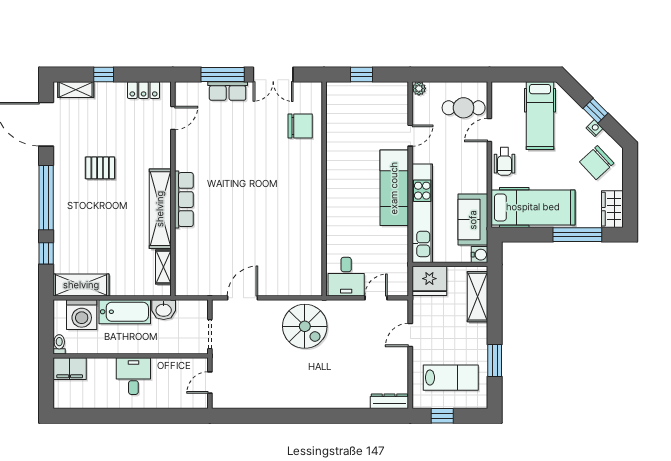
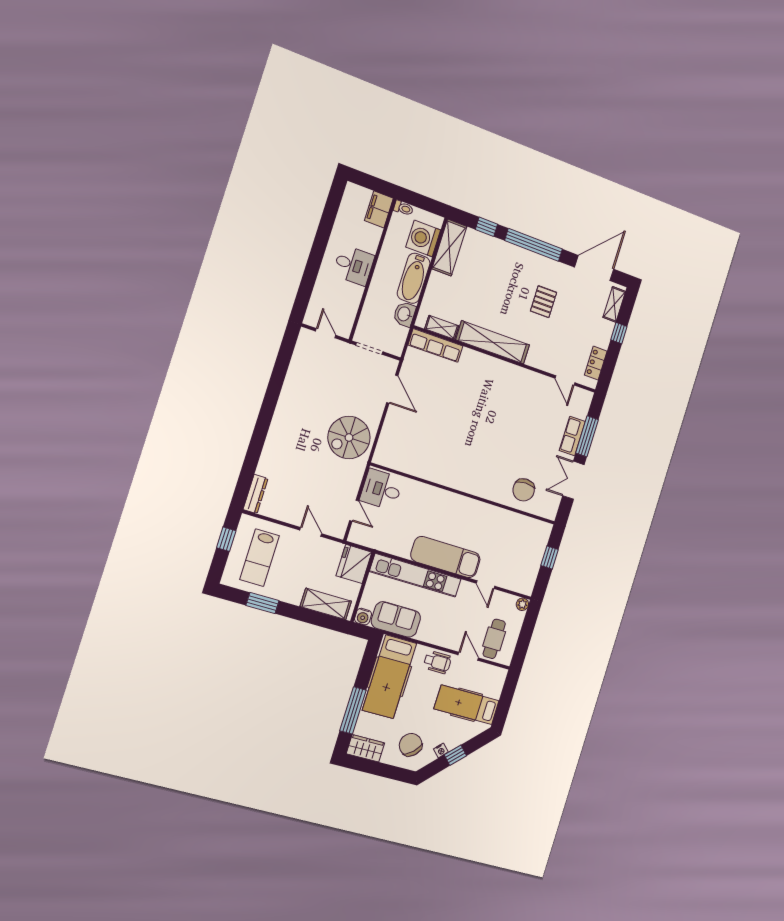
wheelchair: (504, 161) -> (437, 662), turned 180
row of seats: (184, 200) -> (436, 345), moved

